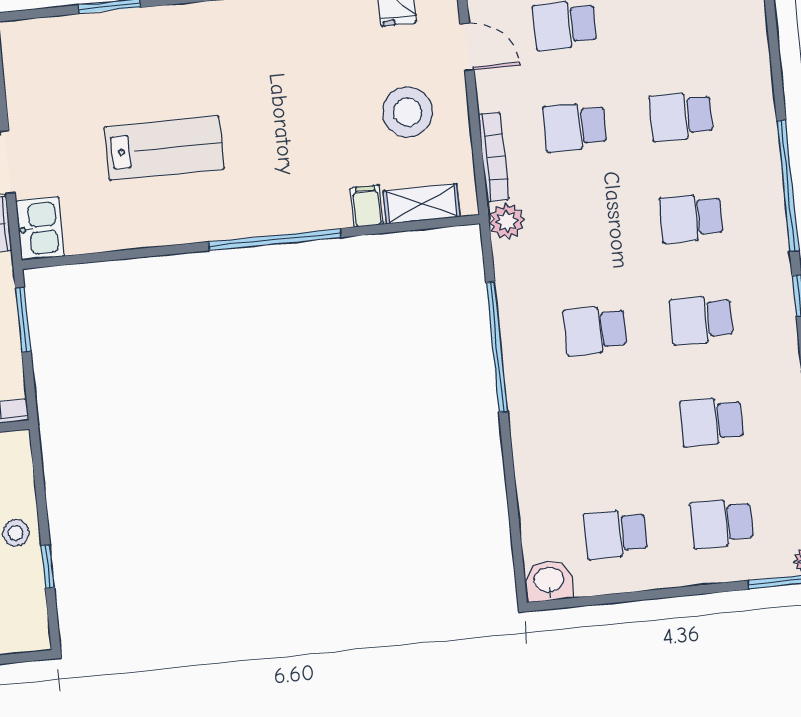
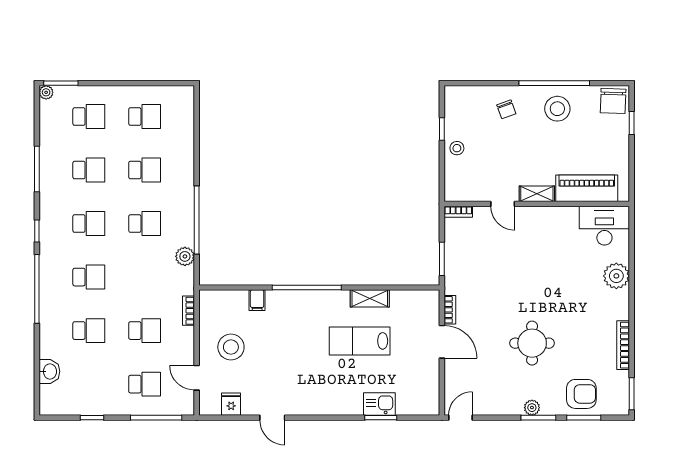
bookcase: (494, 157) -> (189, 311), width x0.64
shelving: (422, 204) -> (370, 298), moved
plant: (507, 221) -> (185, 256), moved
kitchen sink: (40, 229) -> (379, 404), moved, turned 90
school desk: (605, 432) -> (145, 170), added
washbasin: (549, 581) -> (49, 371), moved, turned -90

